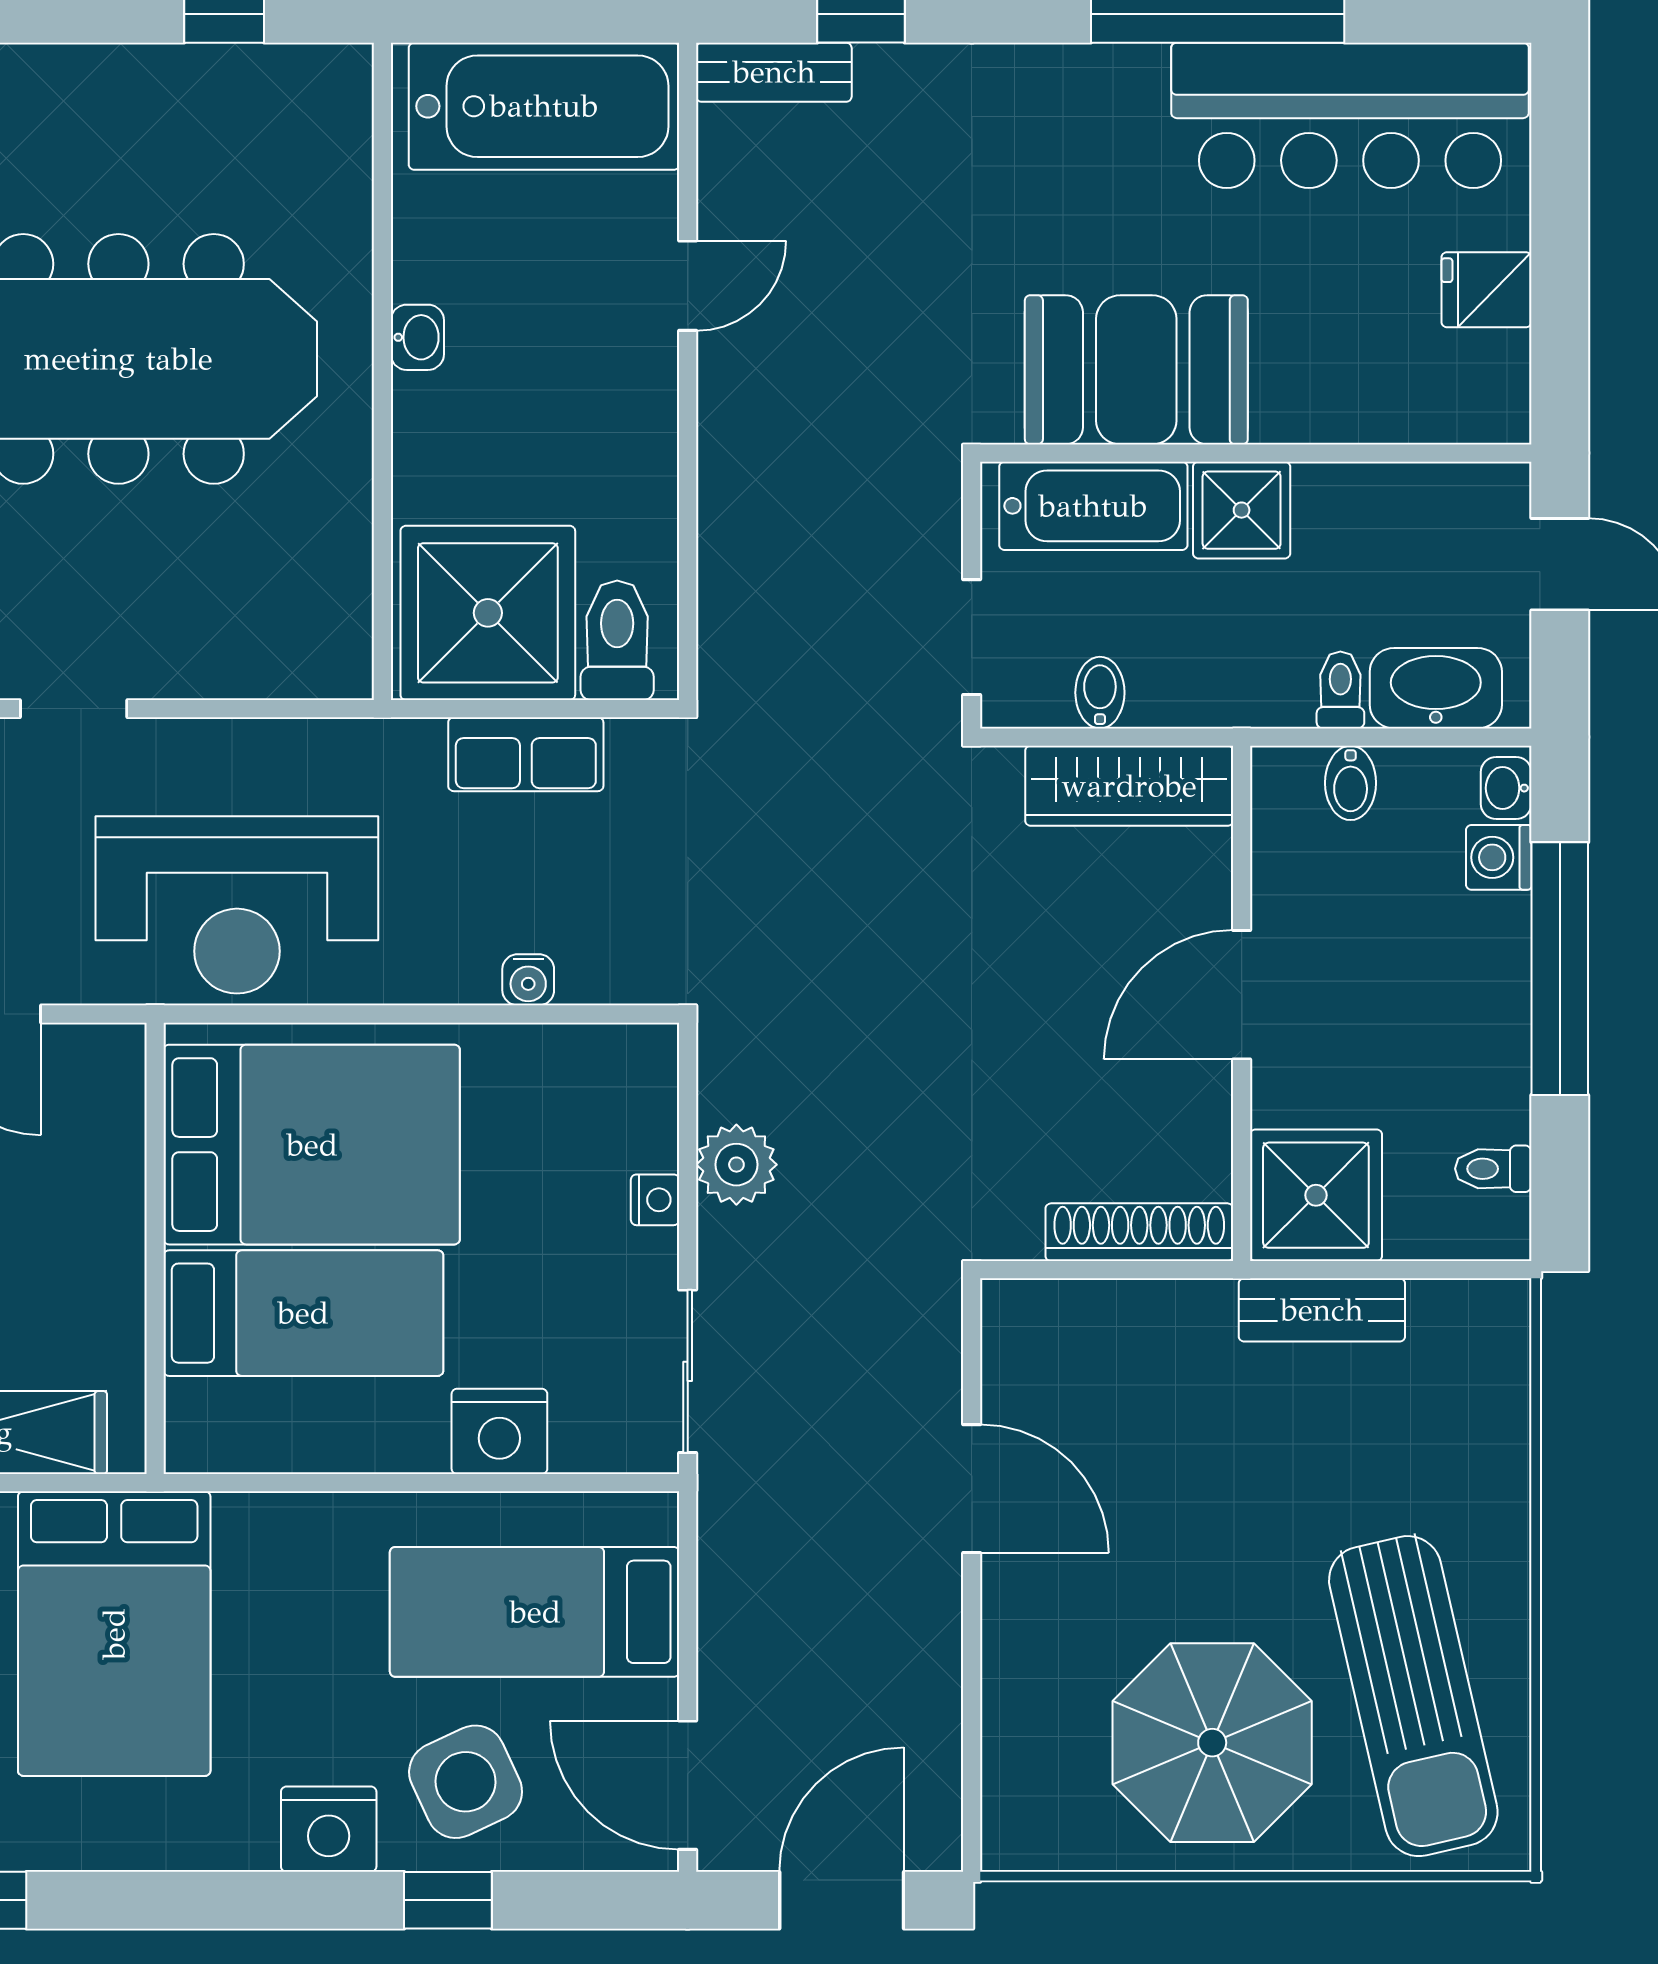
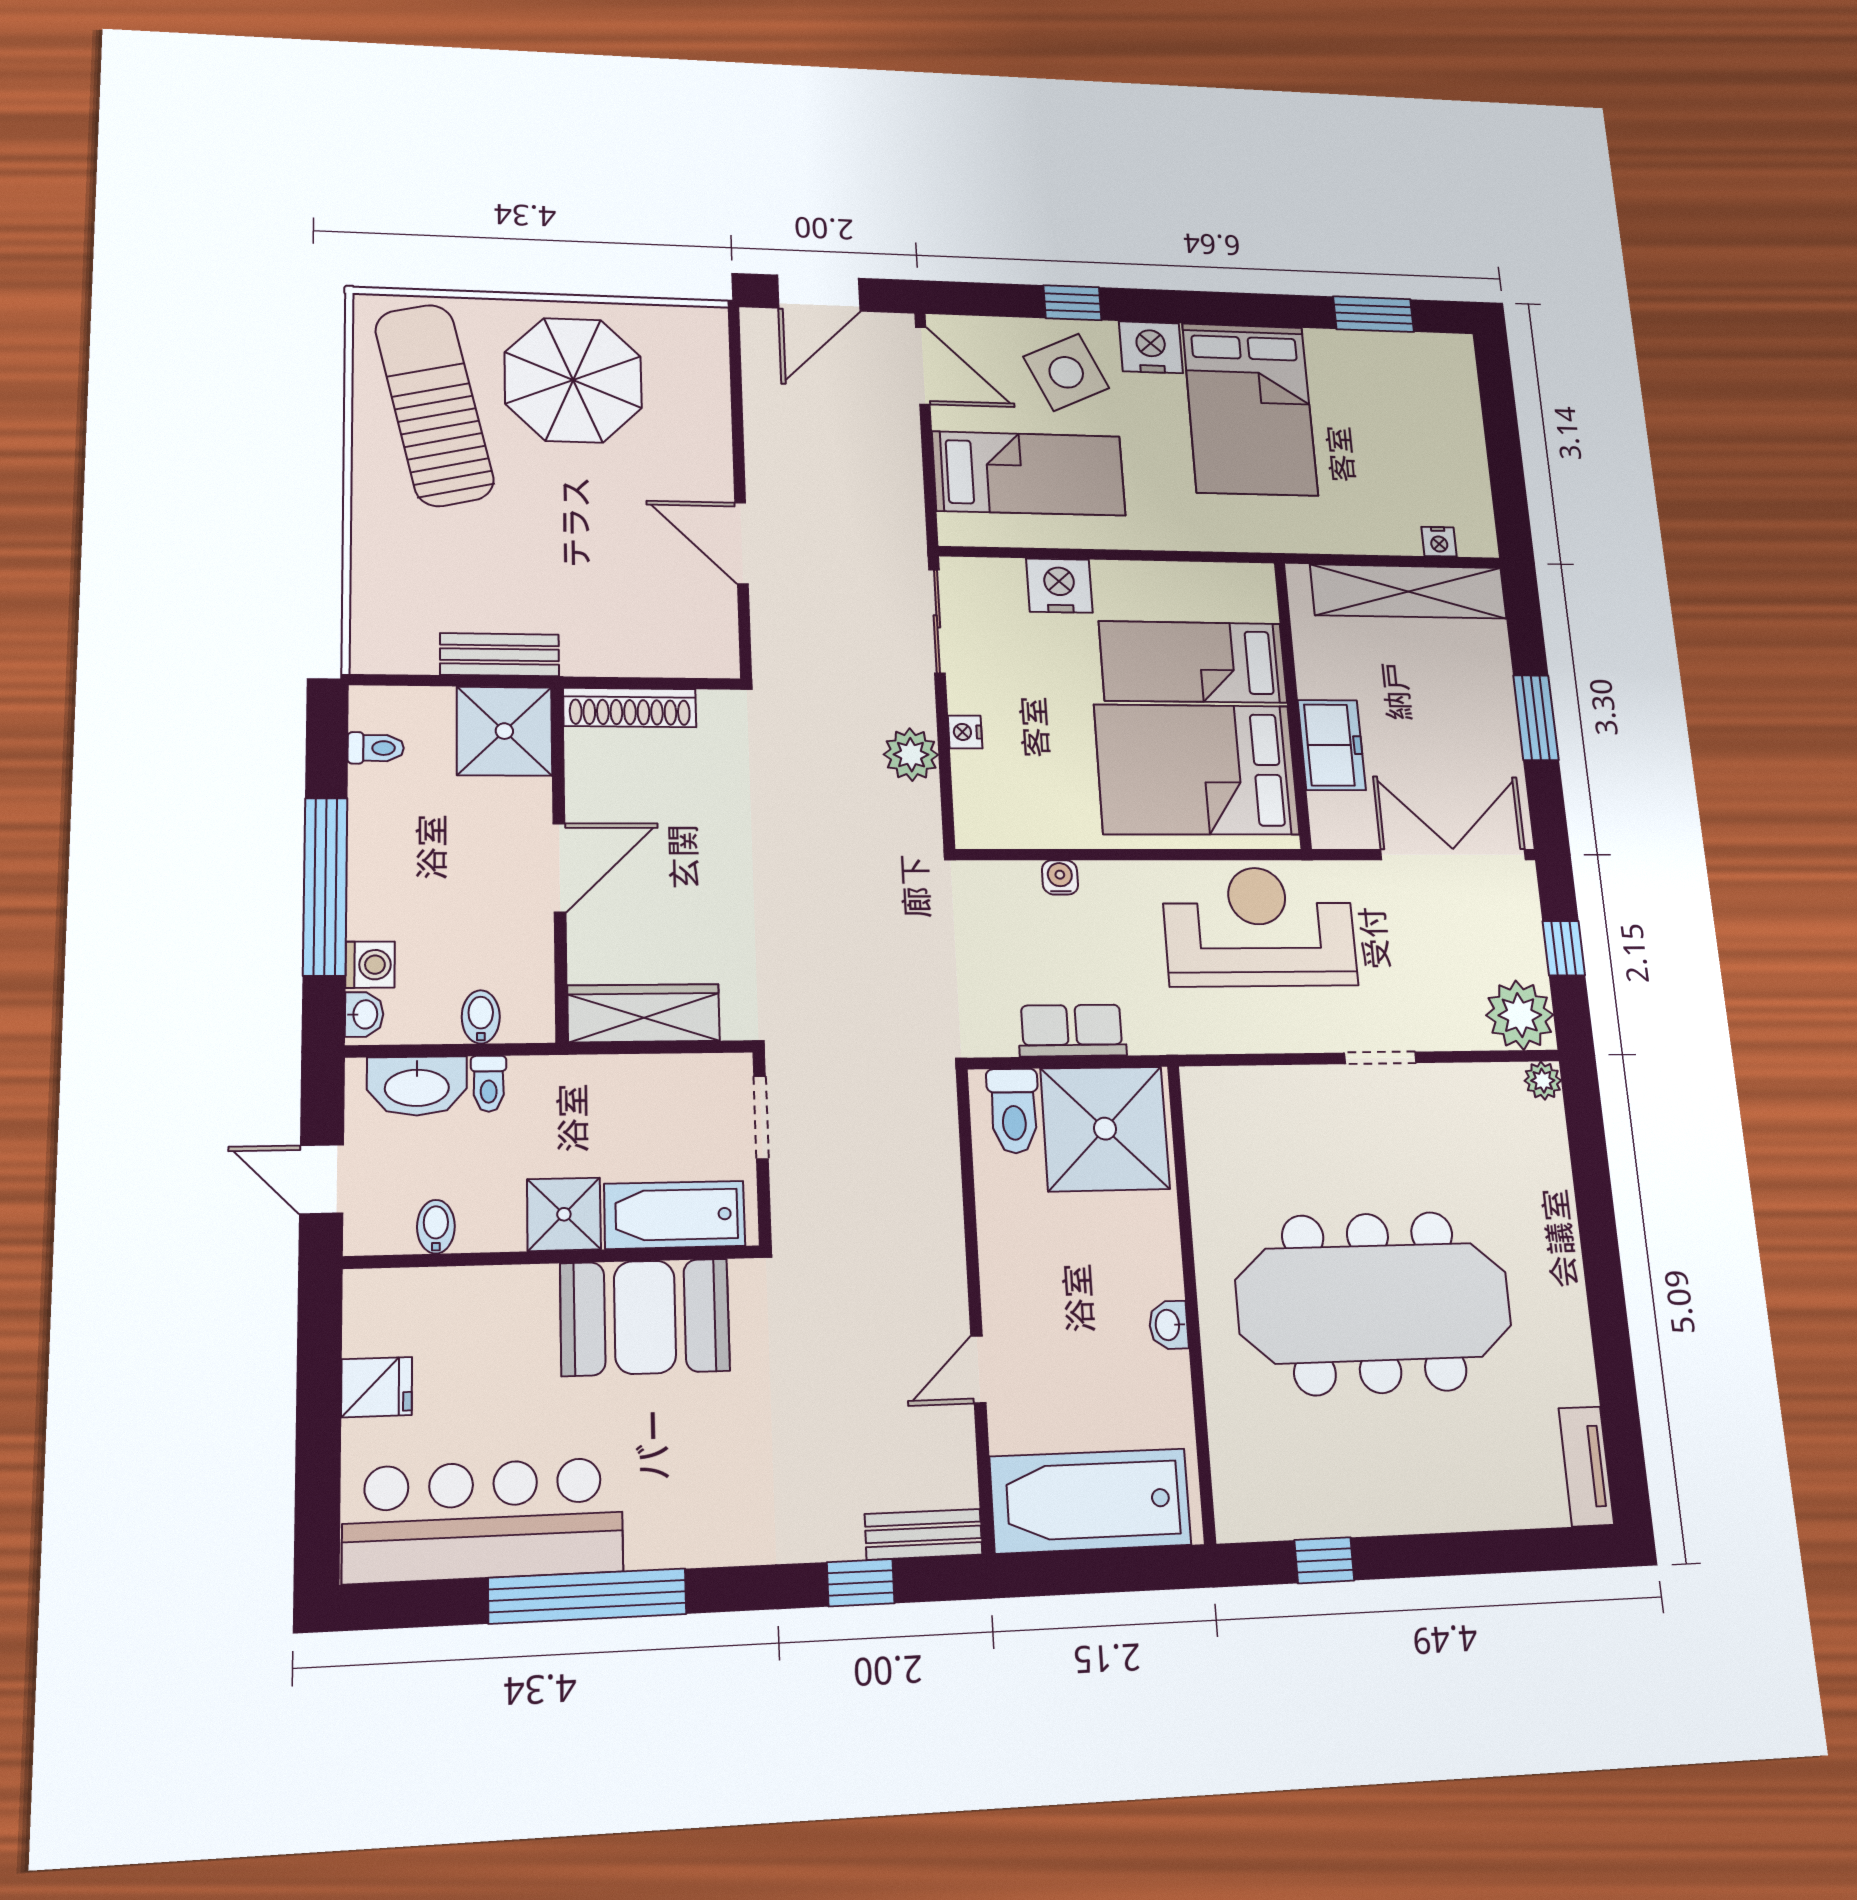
bidet: (1100, 693) -> (436, 1227), moved, turned 180
freezer: (101, 1184) -> (1332, 745), added
bed: (114, 1634) -> (1250, 409), moved, turned 180

